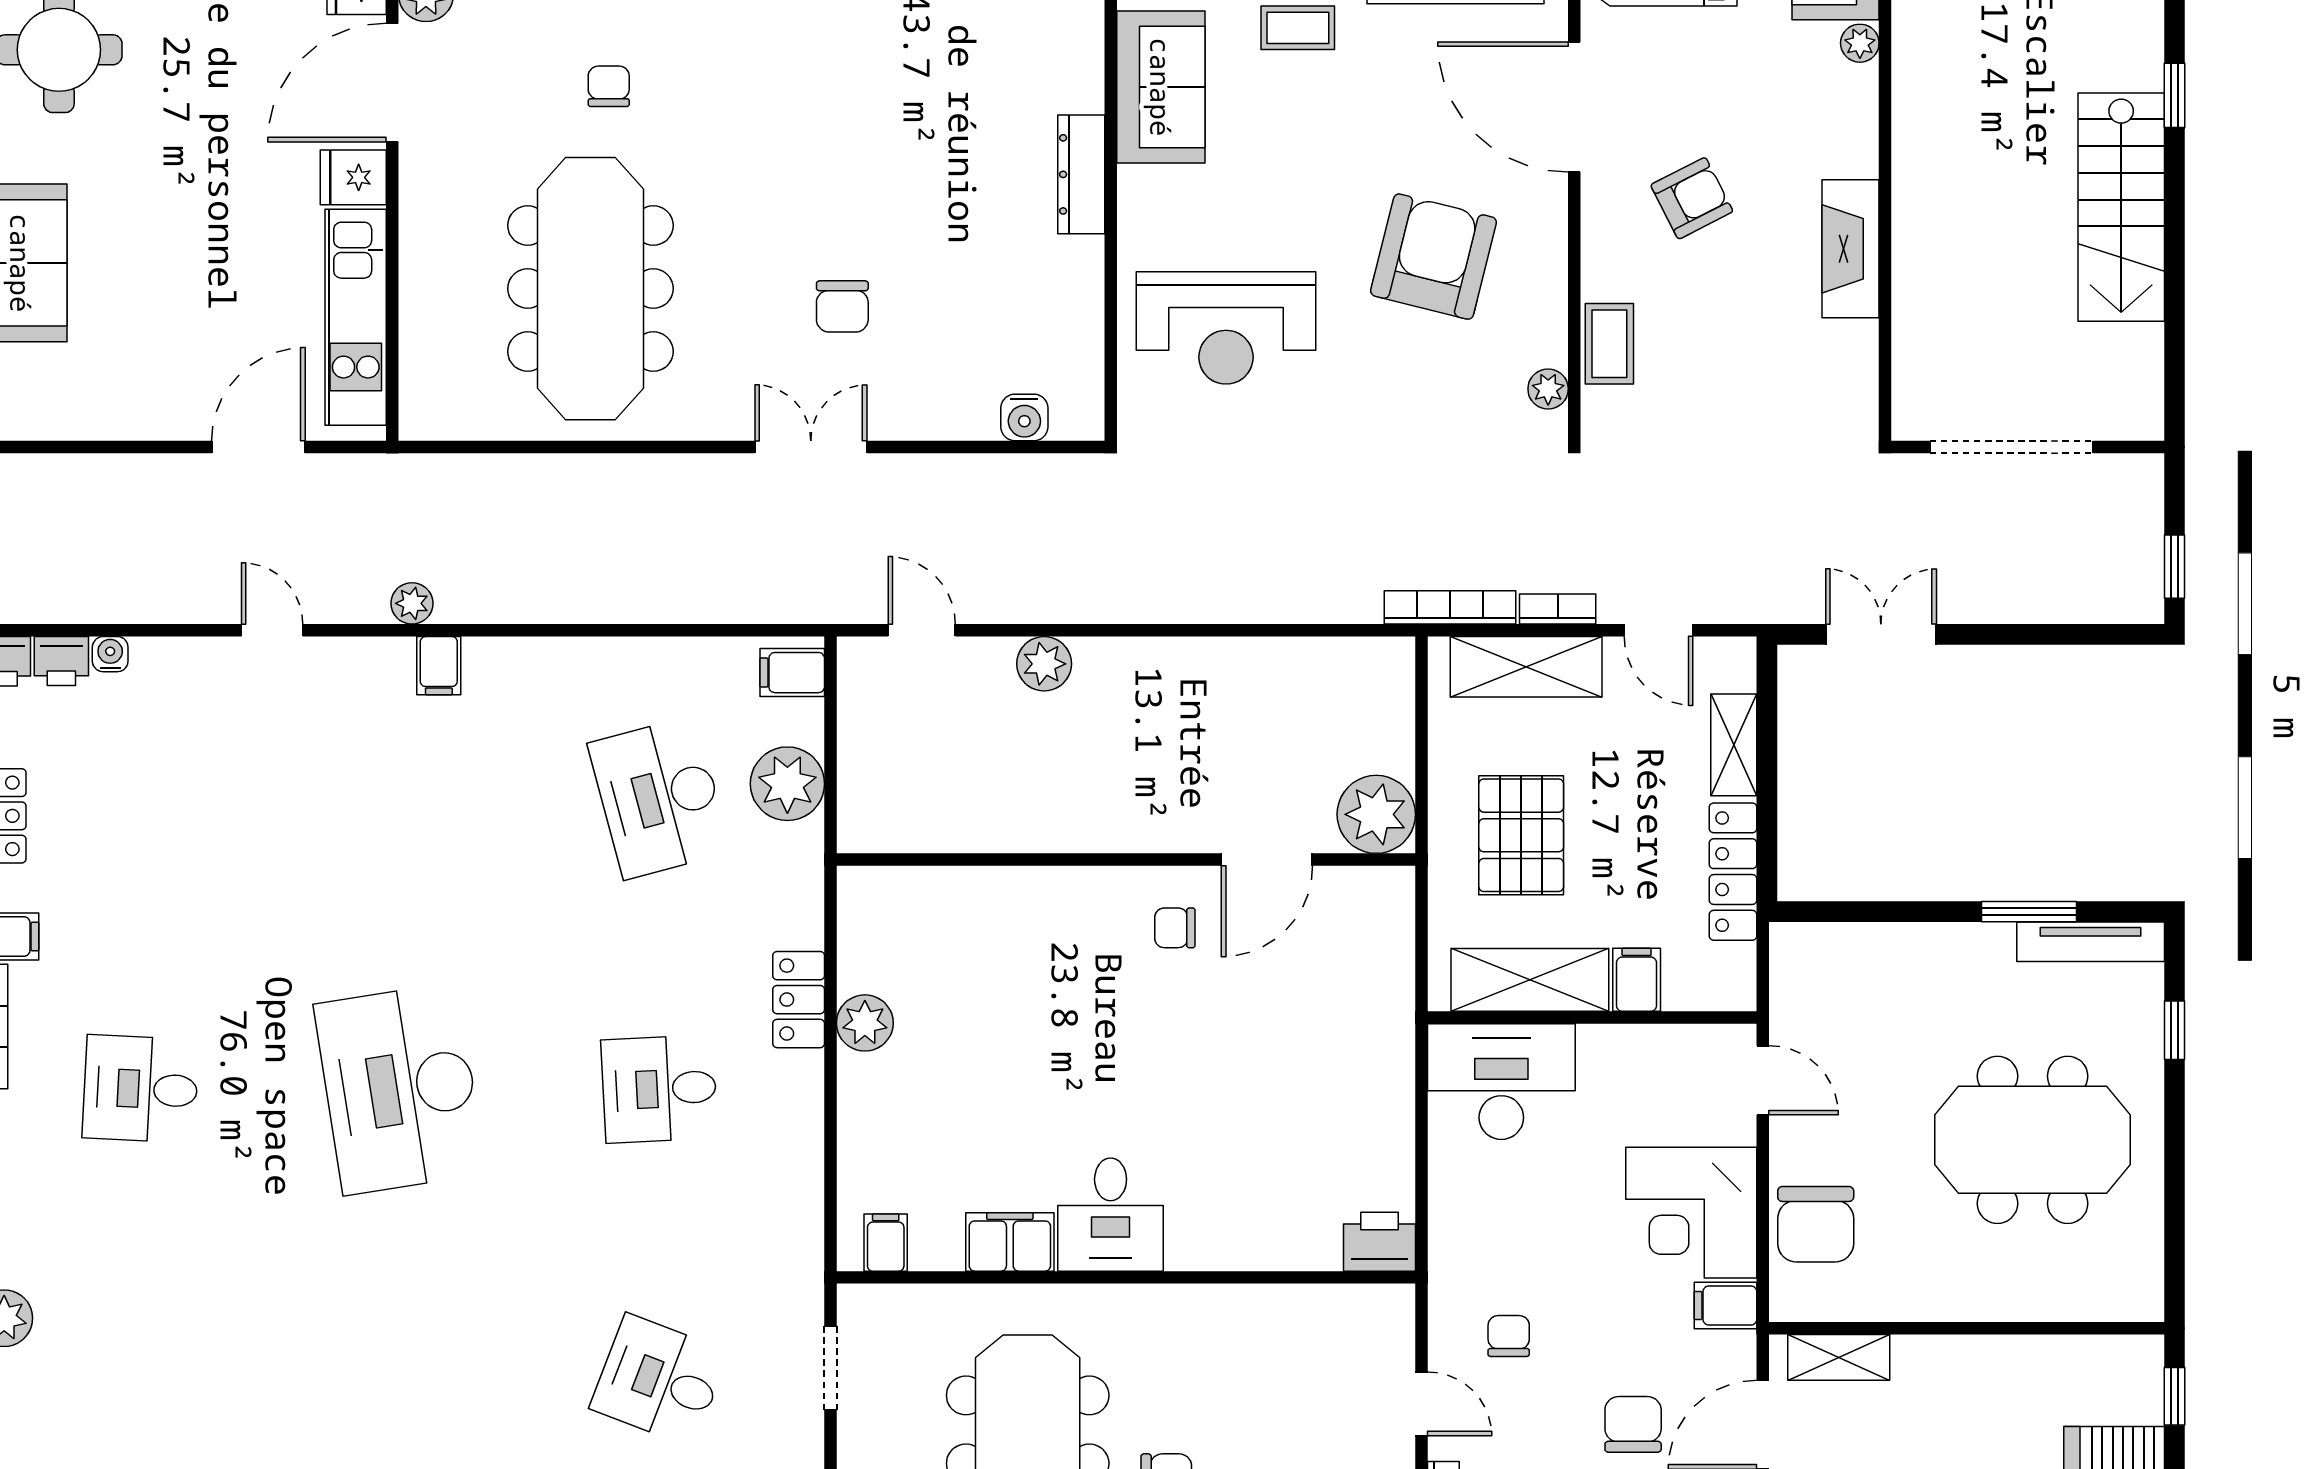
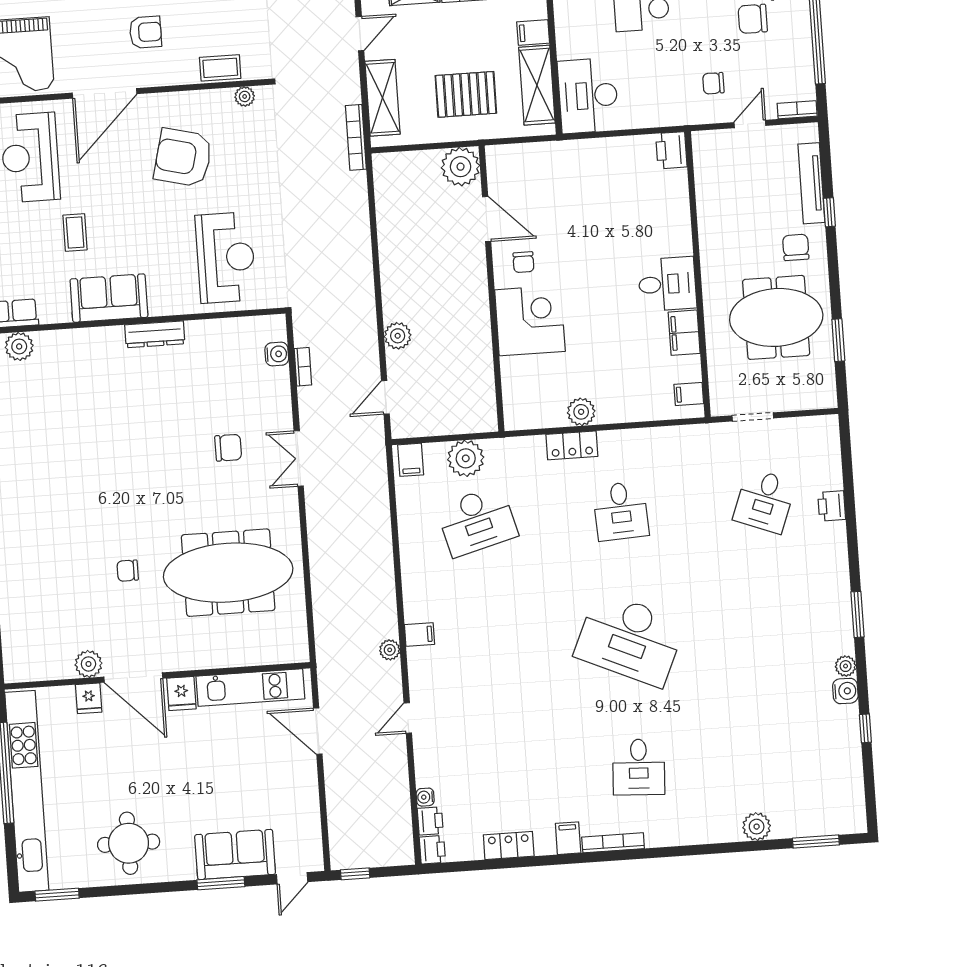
armchair: (1692, 198) -> (146, 32), turned 117
bookcase: (1558, 609) -> (303, 367), moved, turned 180
corner desk: (1056, 933) -> (530, 321), added
desk: (400, 1089) -> (630, 639), turned 33

